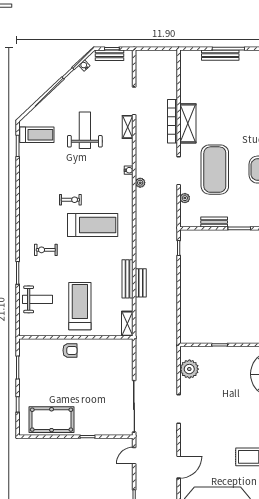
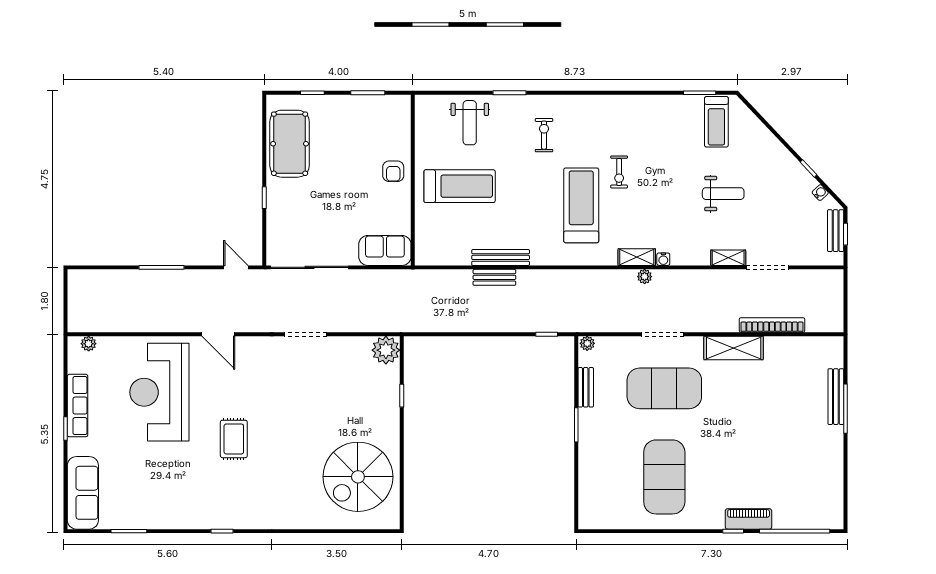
bookcase: (173, 121) -> (772, 325), moved
weight bench: (85, 130) -> (723, 194), width x0.73, depth x0.75
plant: (185, 198) -> (587, 343), moved
treadmill: (93, 225) -> (581, 205), turned 180
shelving: (127, 324) -> (637, 257), moved
sofa: (123, 356) -> (385, 250), added
plant: (189, 369) -> (386, 350), moved

